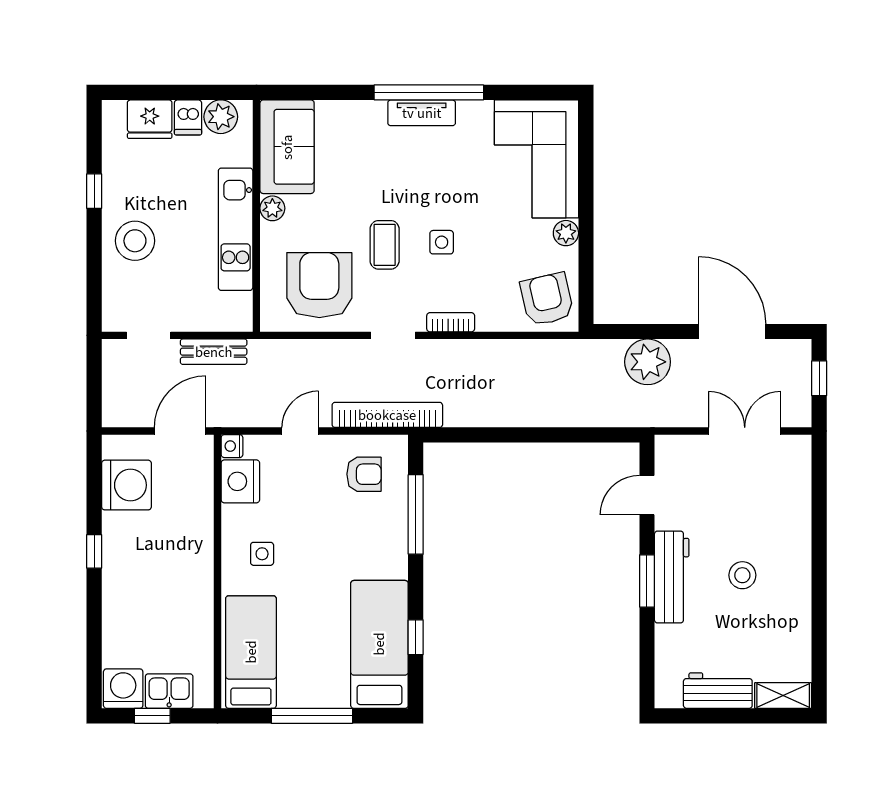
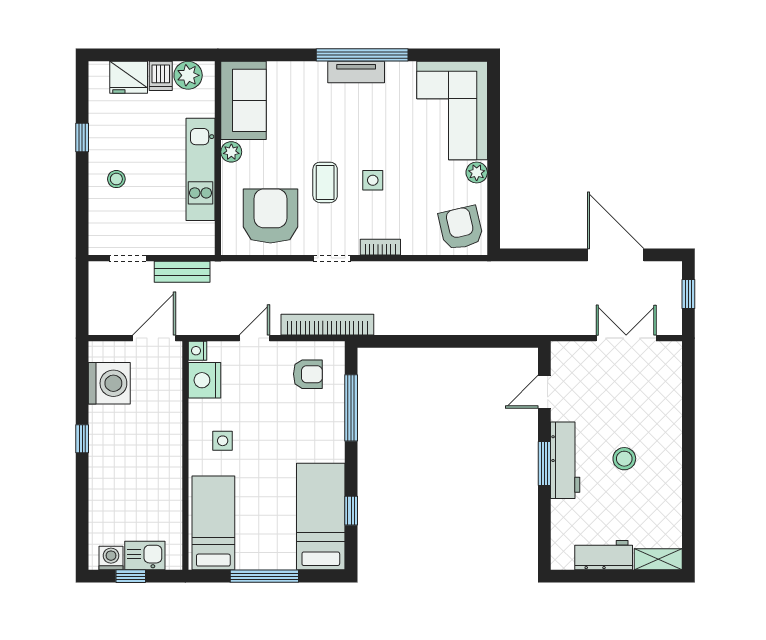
stool: (135, 241) -> (116, 179), width x0.53, depth x0.53
plant: (648, 362) -> (545, 280), removed
washing machine: (123, 689) -> (111, 558), width x0.73, depth x0.73

